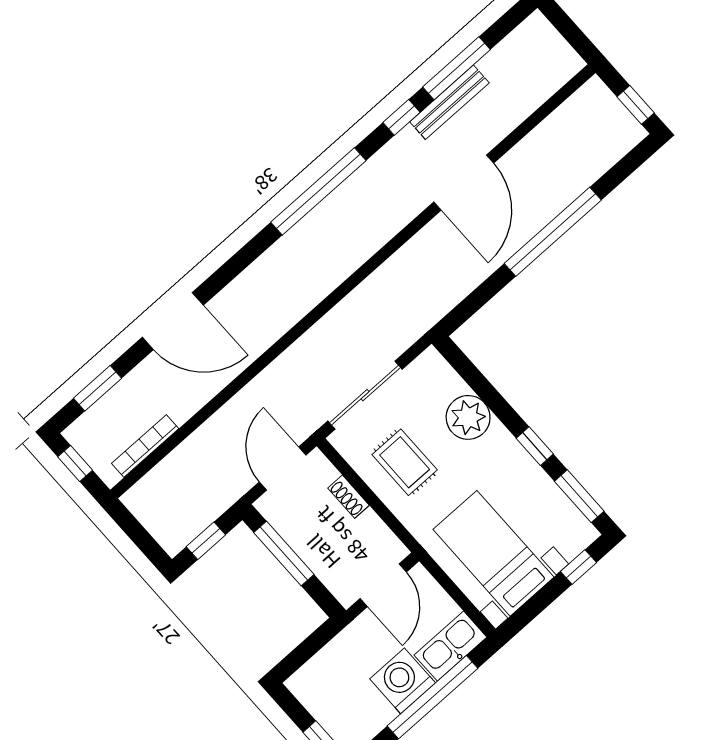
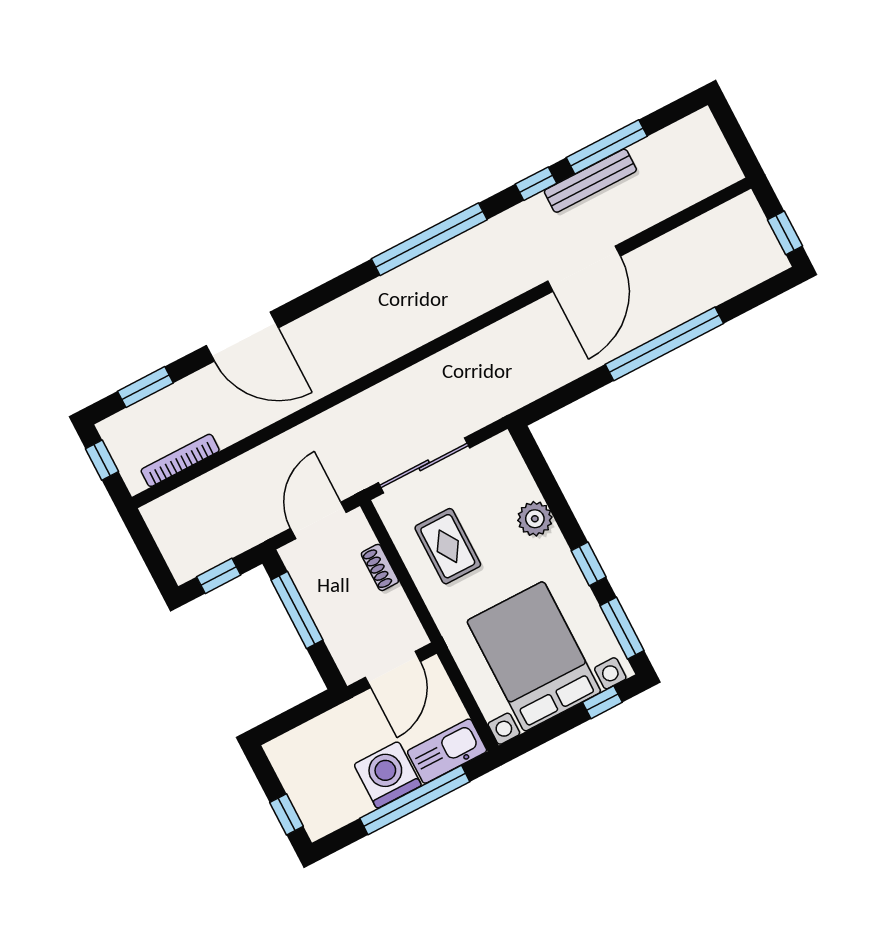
plant: (468, 417) -> (535, 519), width x0.73, depth x0.73
bed with nightstands: (493, 553) -> (534, 656), width x1.36

